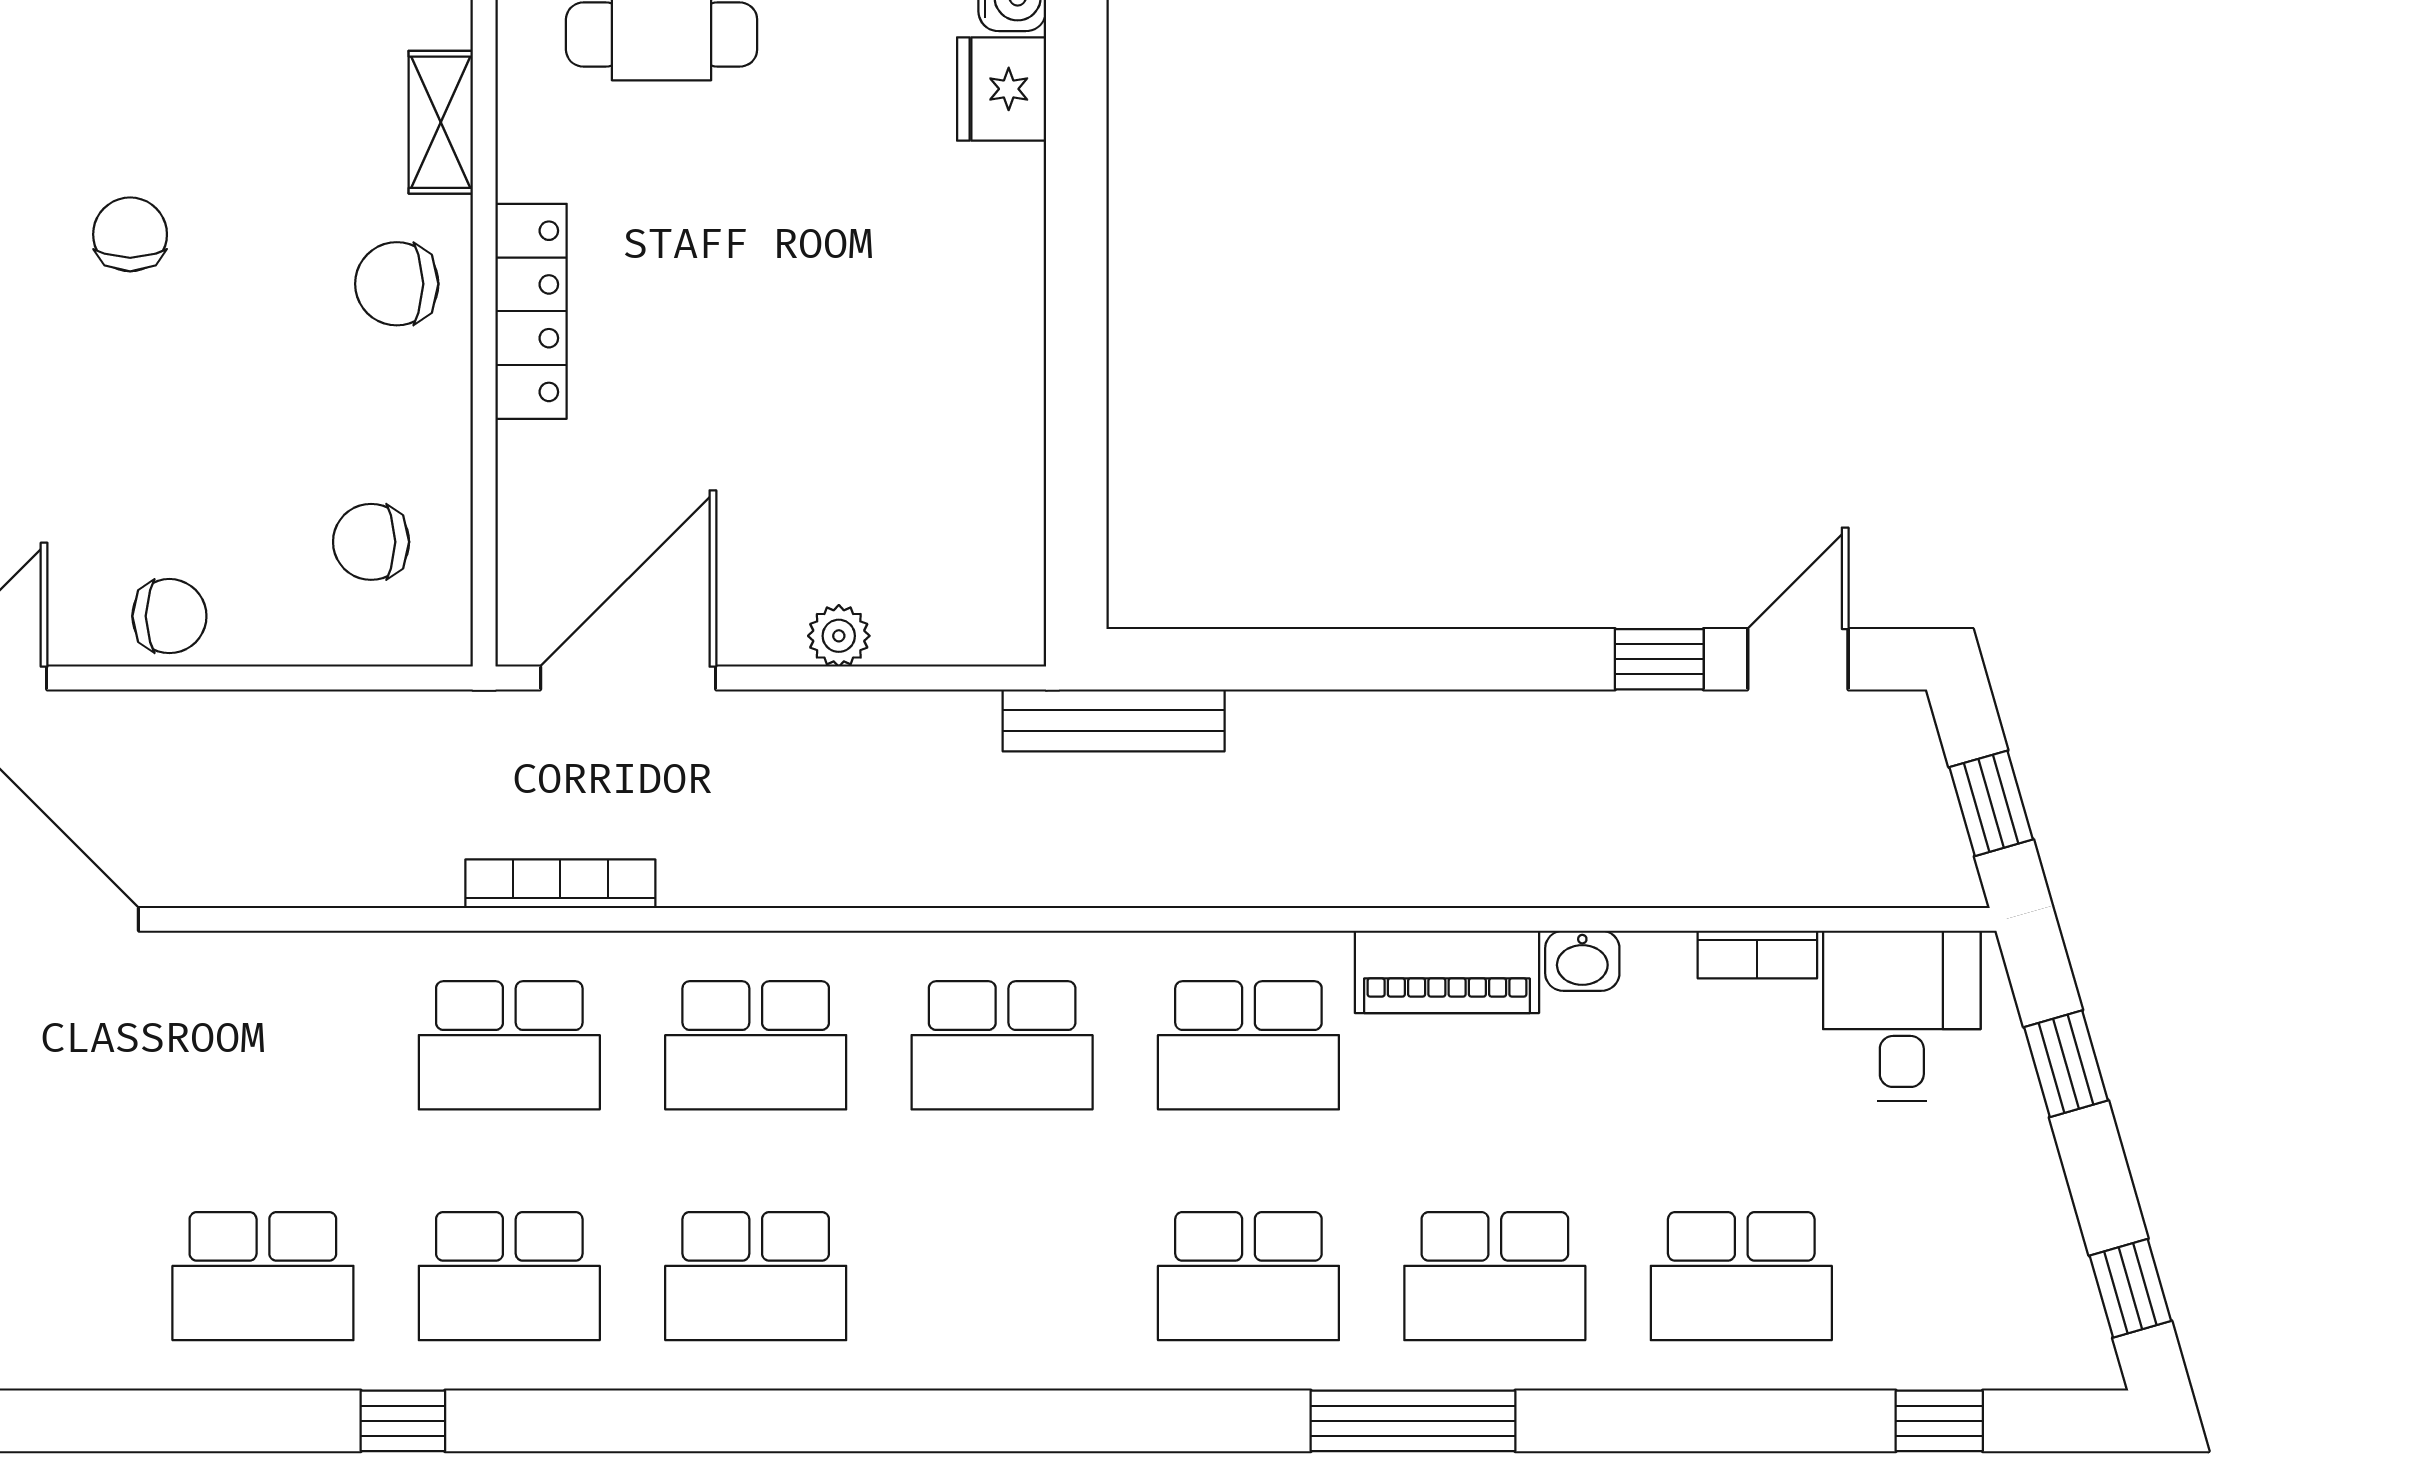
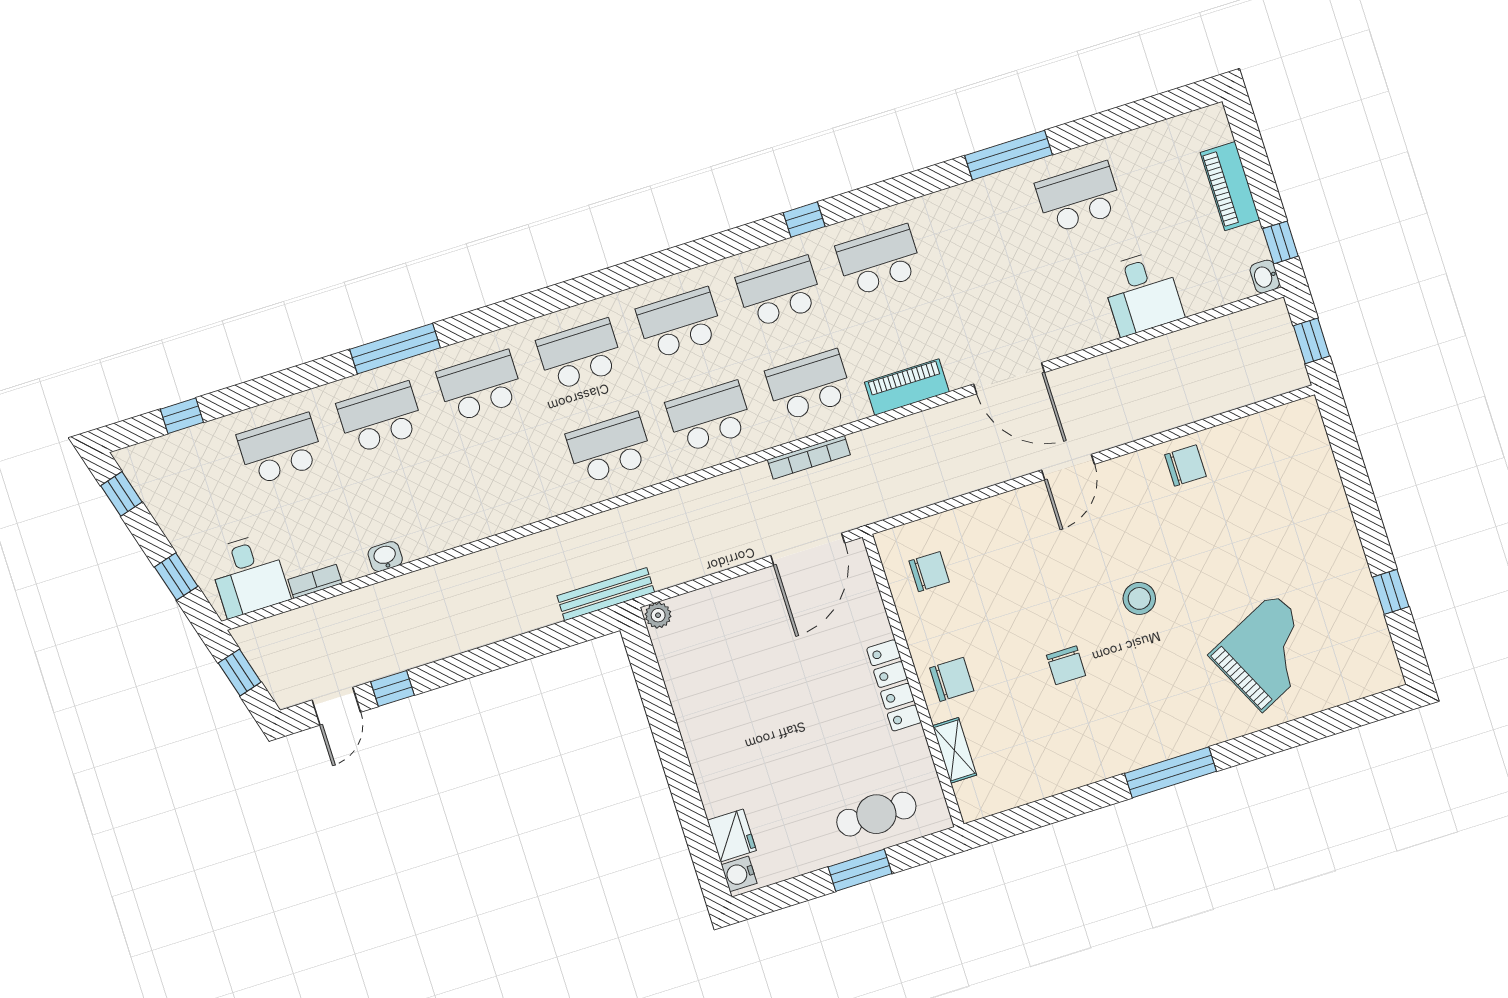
chair: (169, 616) -> (1001, 516), removed
plant: (839, 636) -> (658, 615), moved
piano: (1447, 972) -> (907, 387), moved
school desk: (1248, 1045) -> (580, 355), moved

